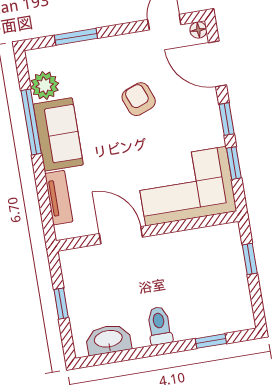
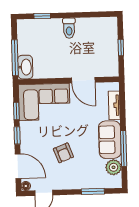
window: (250, 259) -> (15, 58), width x2.17
washbasin: (108, 340) -> (25, 67), moved, turned -90

